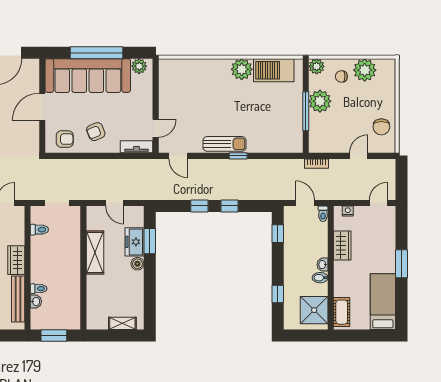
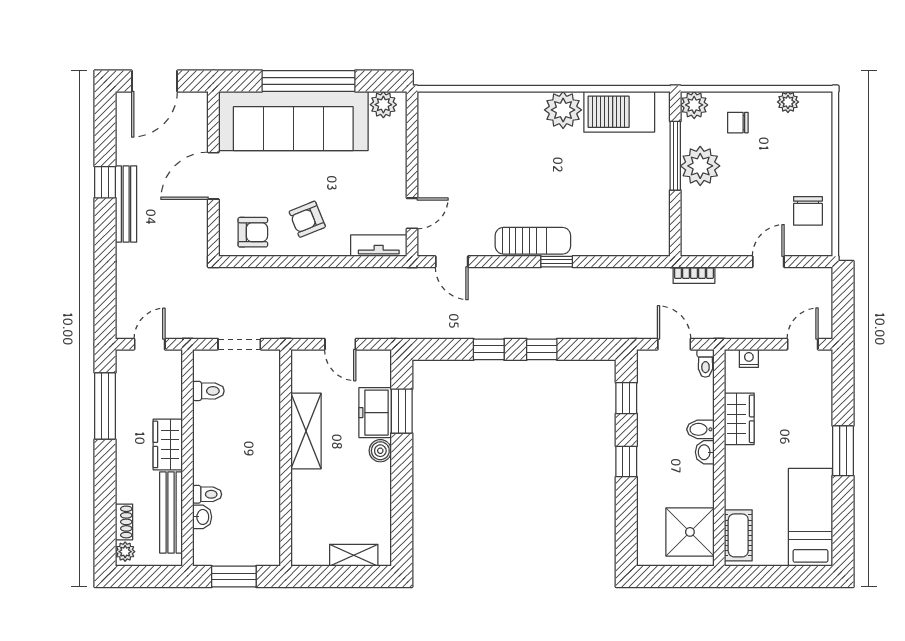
plant: (365, 70) -> (788, 102), width x0.53, depth x0.53
window: (306, 111) -> (675, 156), moved
bidet: (320, 278) -> (700, 429), moved
window: (278, 294) -> (626, 461), moved

